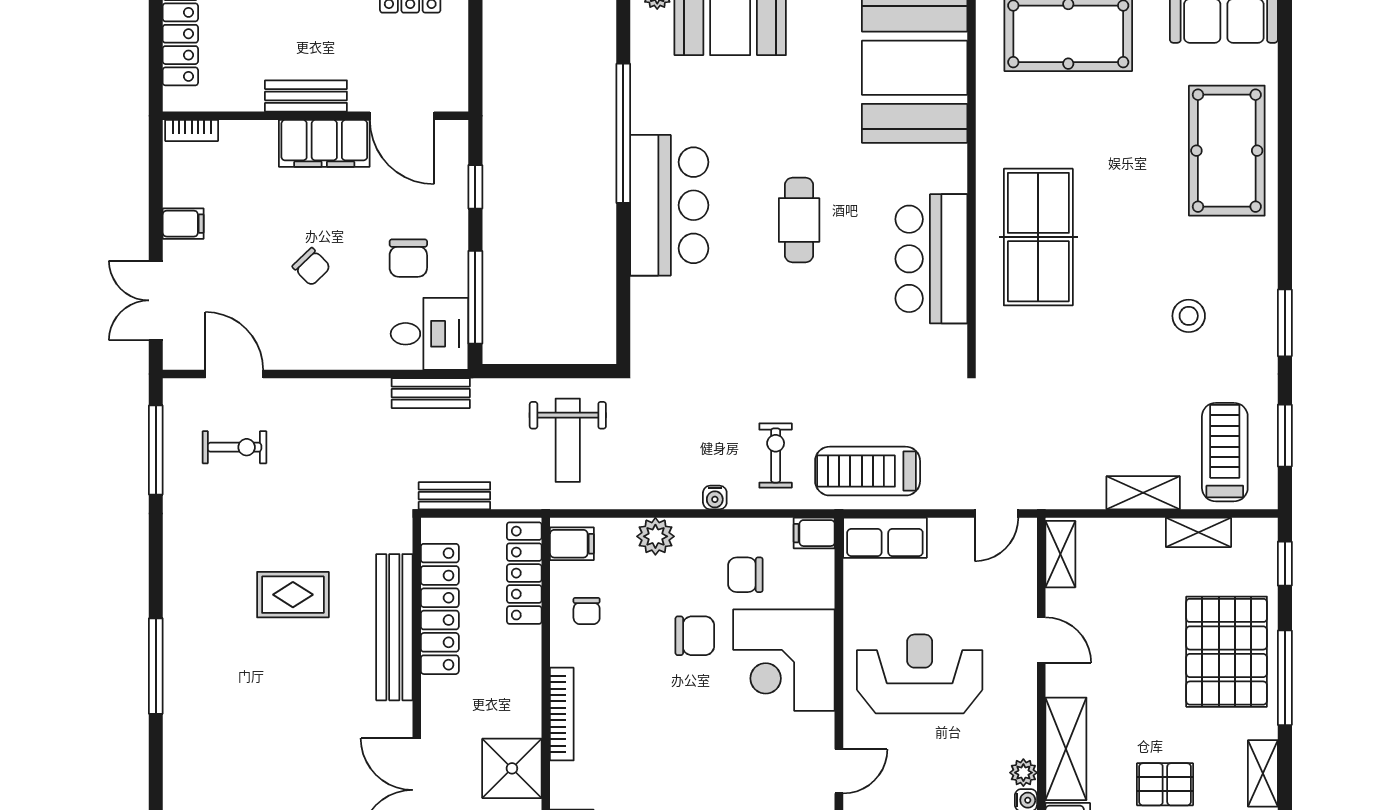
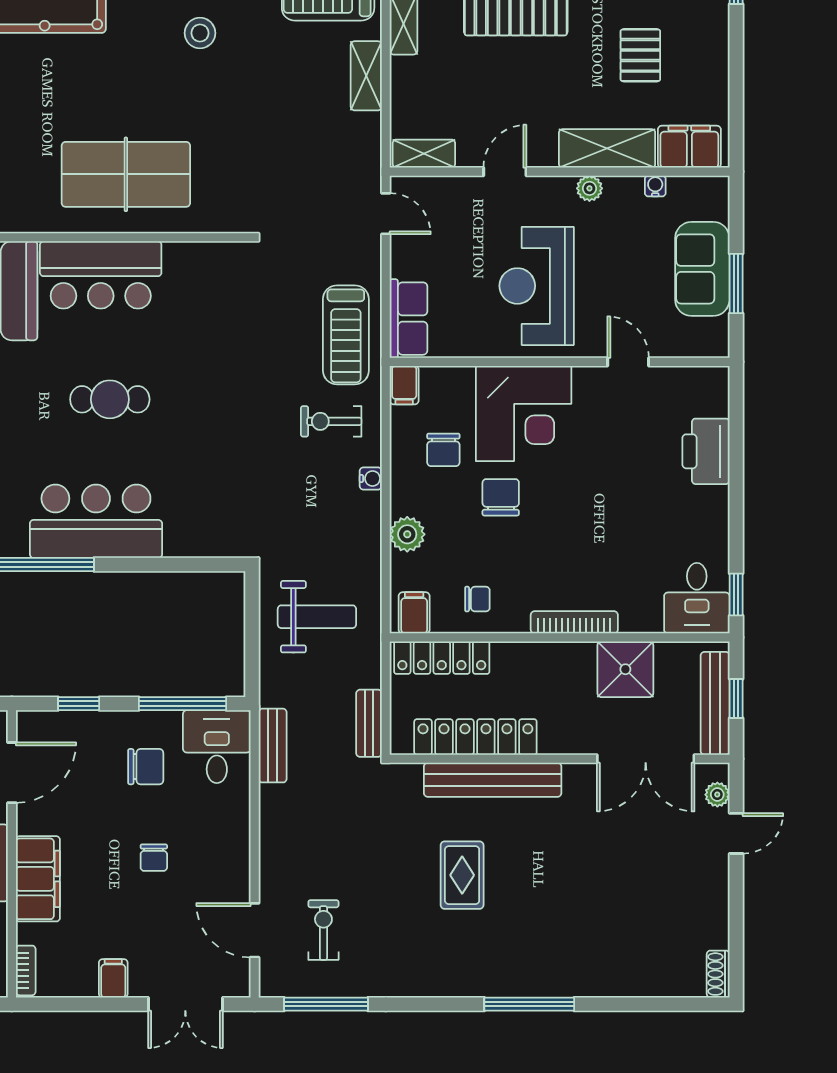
filing cabinet: (324, 143) -> (38, 879), moved
bar counter: (931, 259) -> (101, 275), moved
chair: (311, 267) -> (154, 858), turned 134
door: (234, 374) -> (255, 930), hinge flipped
plant: (1023, 773) -> (589, 188), moved

